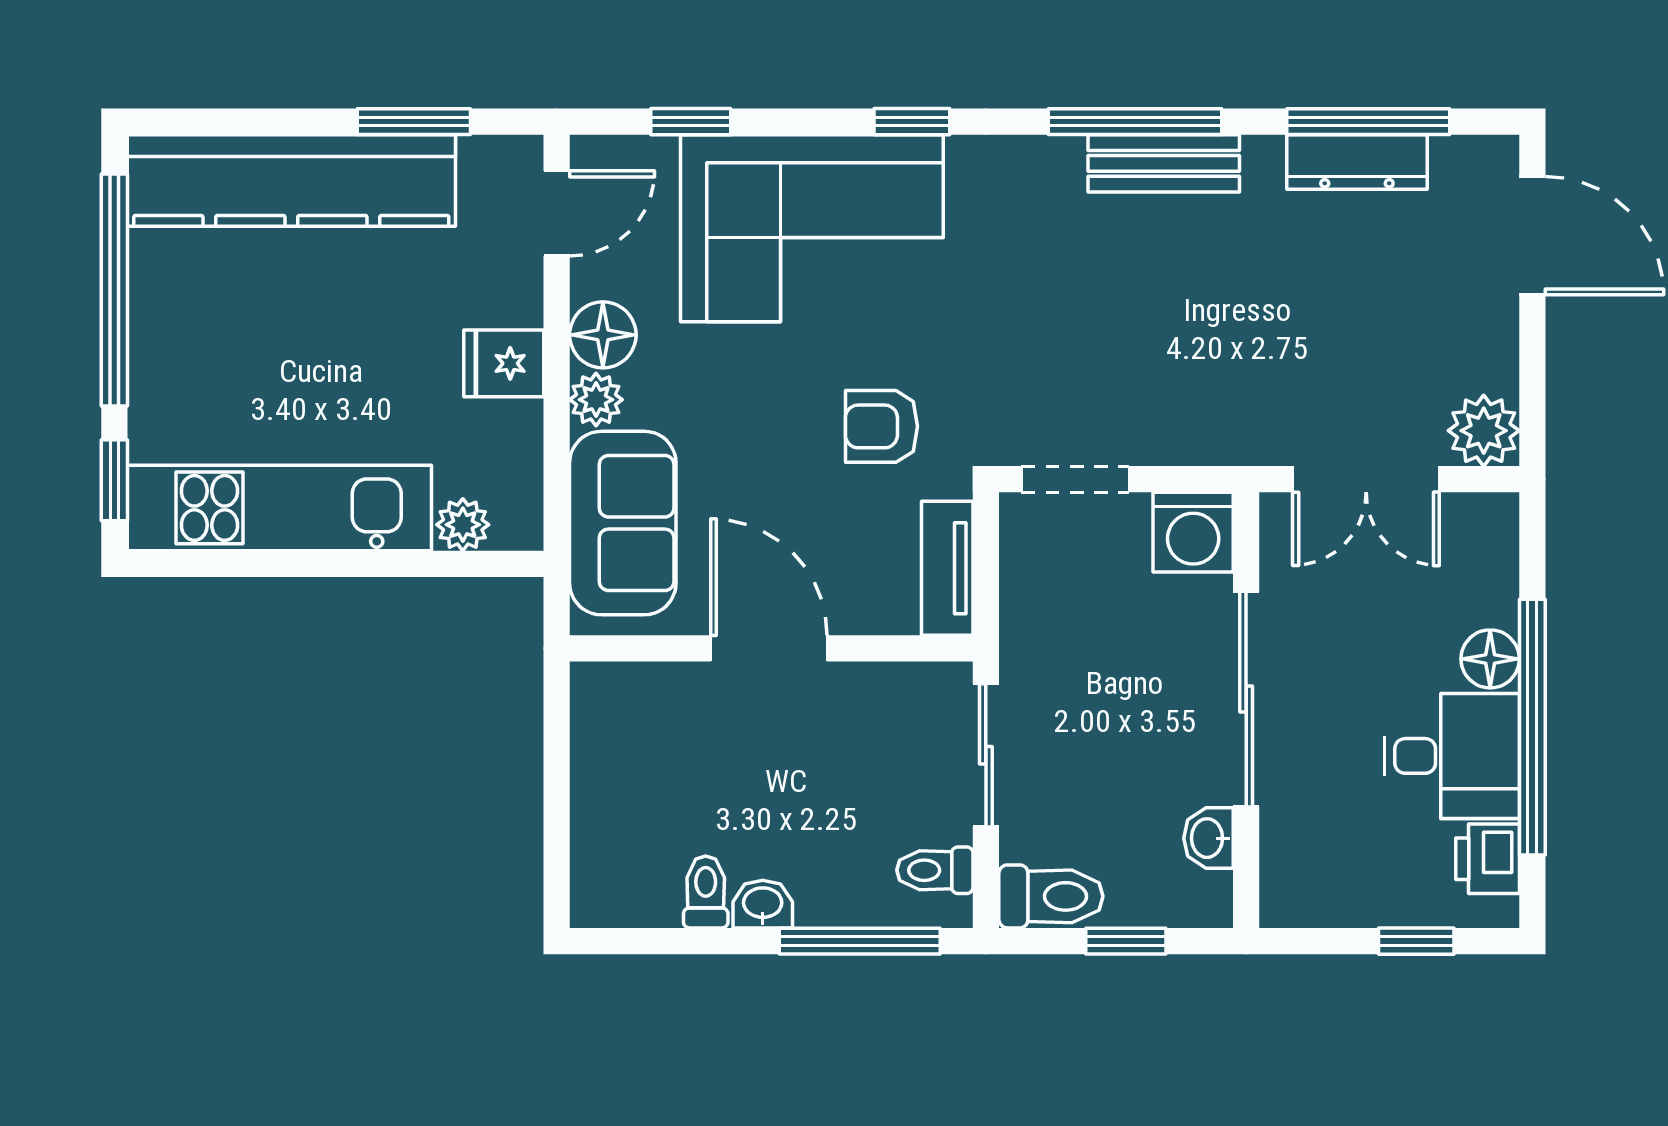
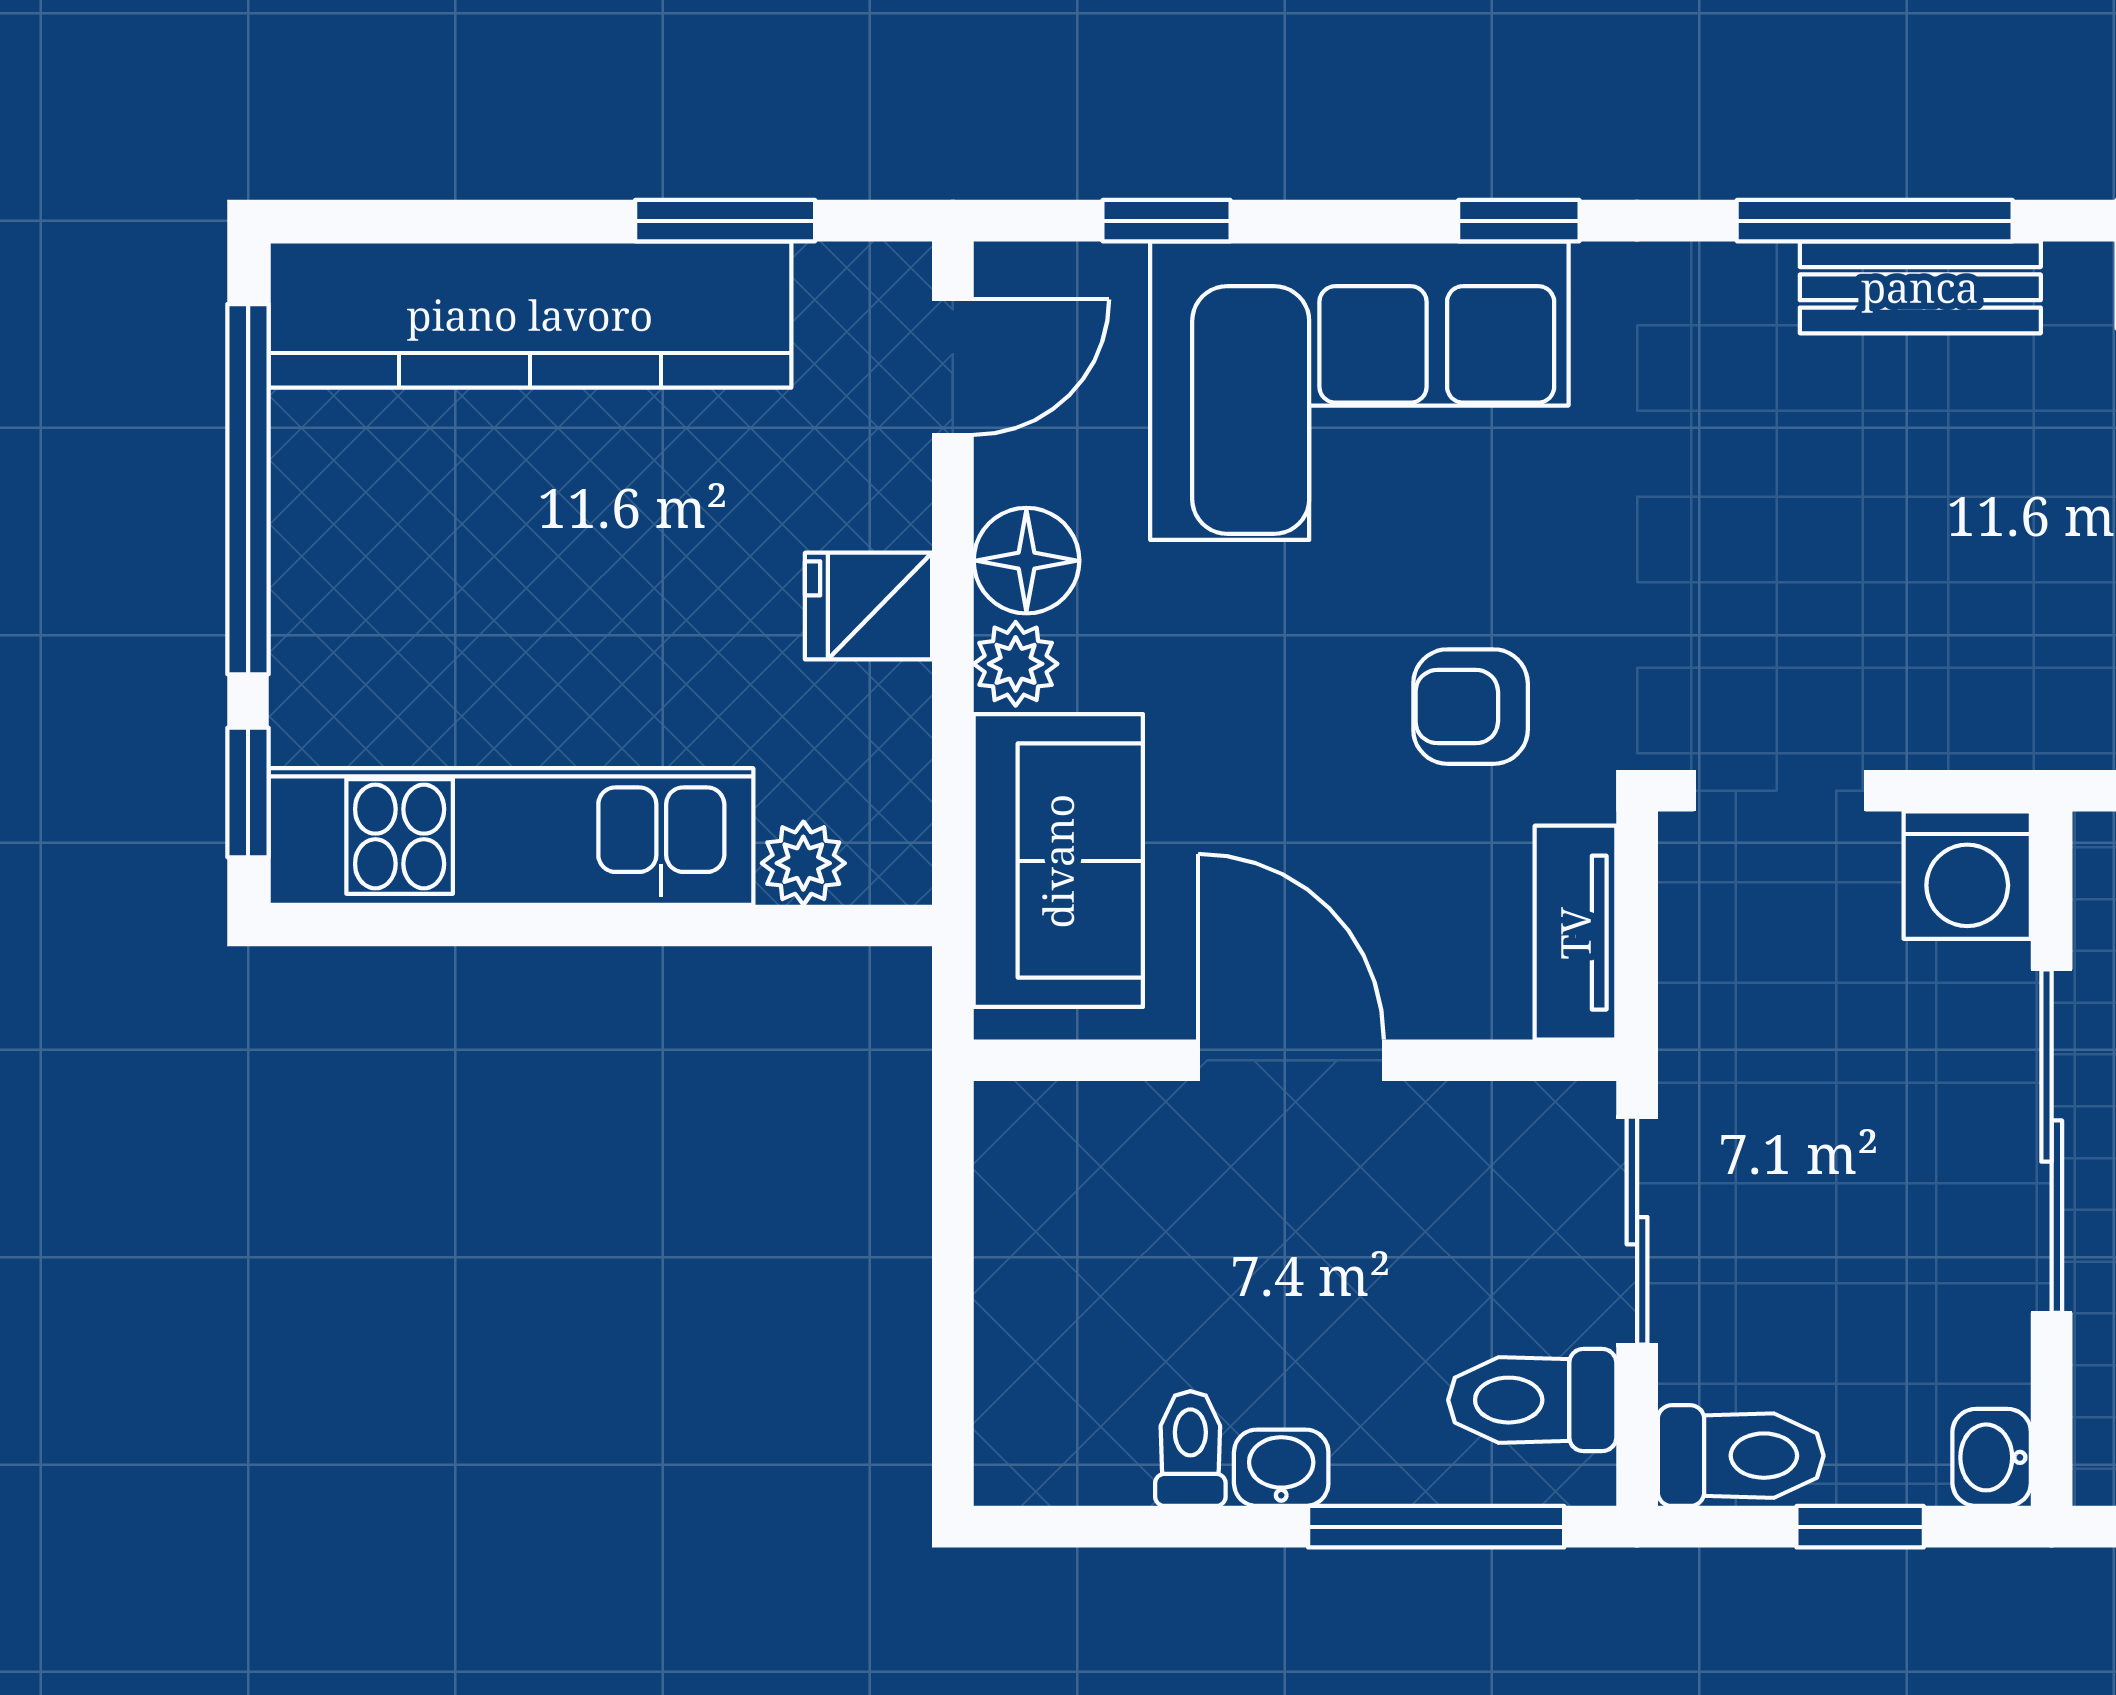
washbasin: (1208, 838) -> (1992, 1457), moved
toilet: (935, 870) -> (1532, 1400), width x1.37, depth x1.39

